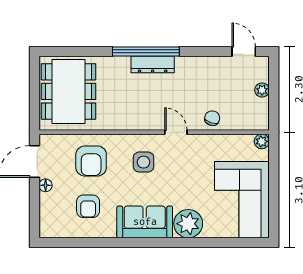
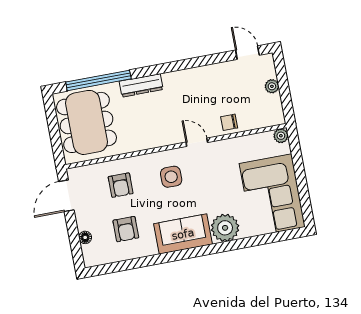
window: (146, 51) -> (98, 80), moved
dresser: (153, 64) -> (141, 85), moved
chair: (212, 118) -> (229, 122), turned -108
armchair: (91, 161) -> (121, 185), width x0.72, depth x0.72
floor lamp: (46, 185) -> (85, 237), moved

